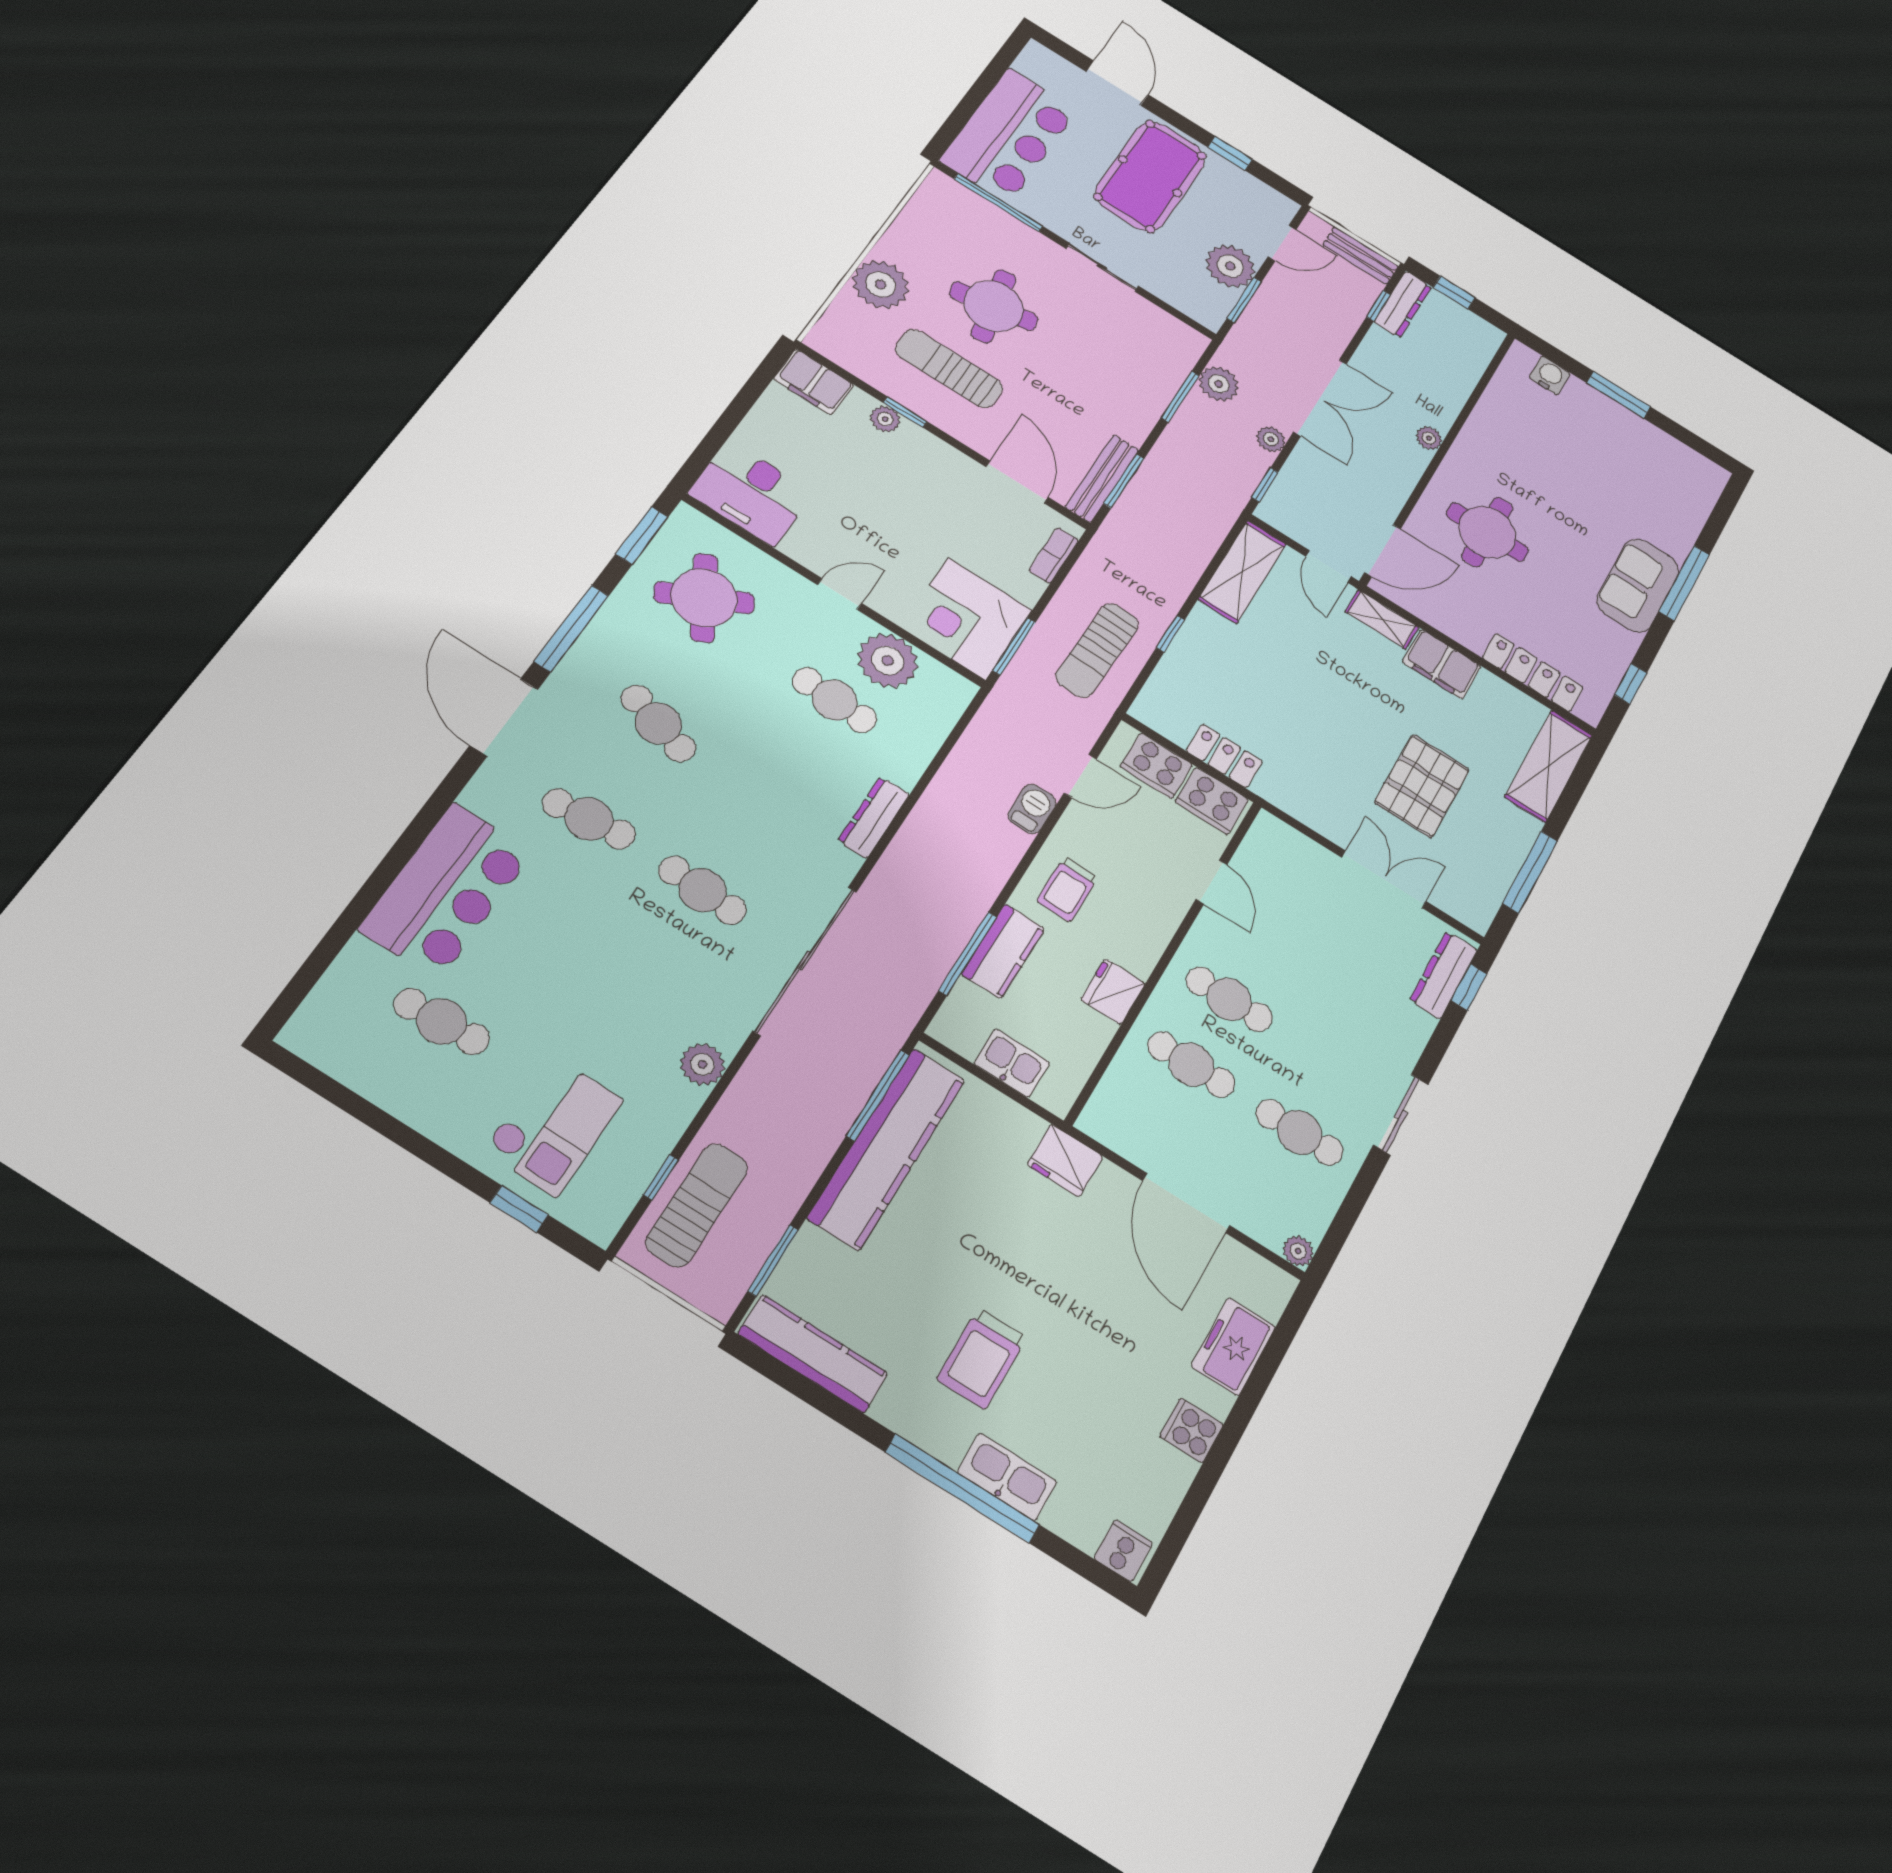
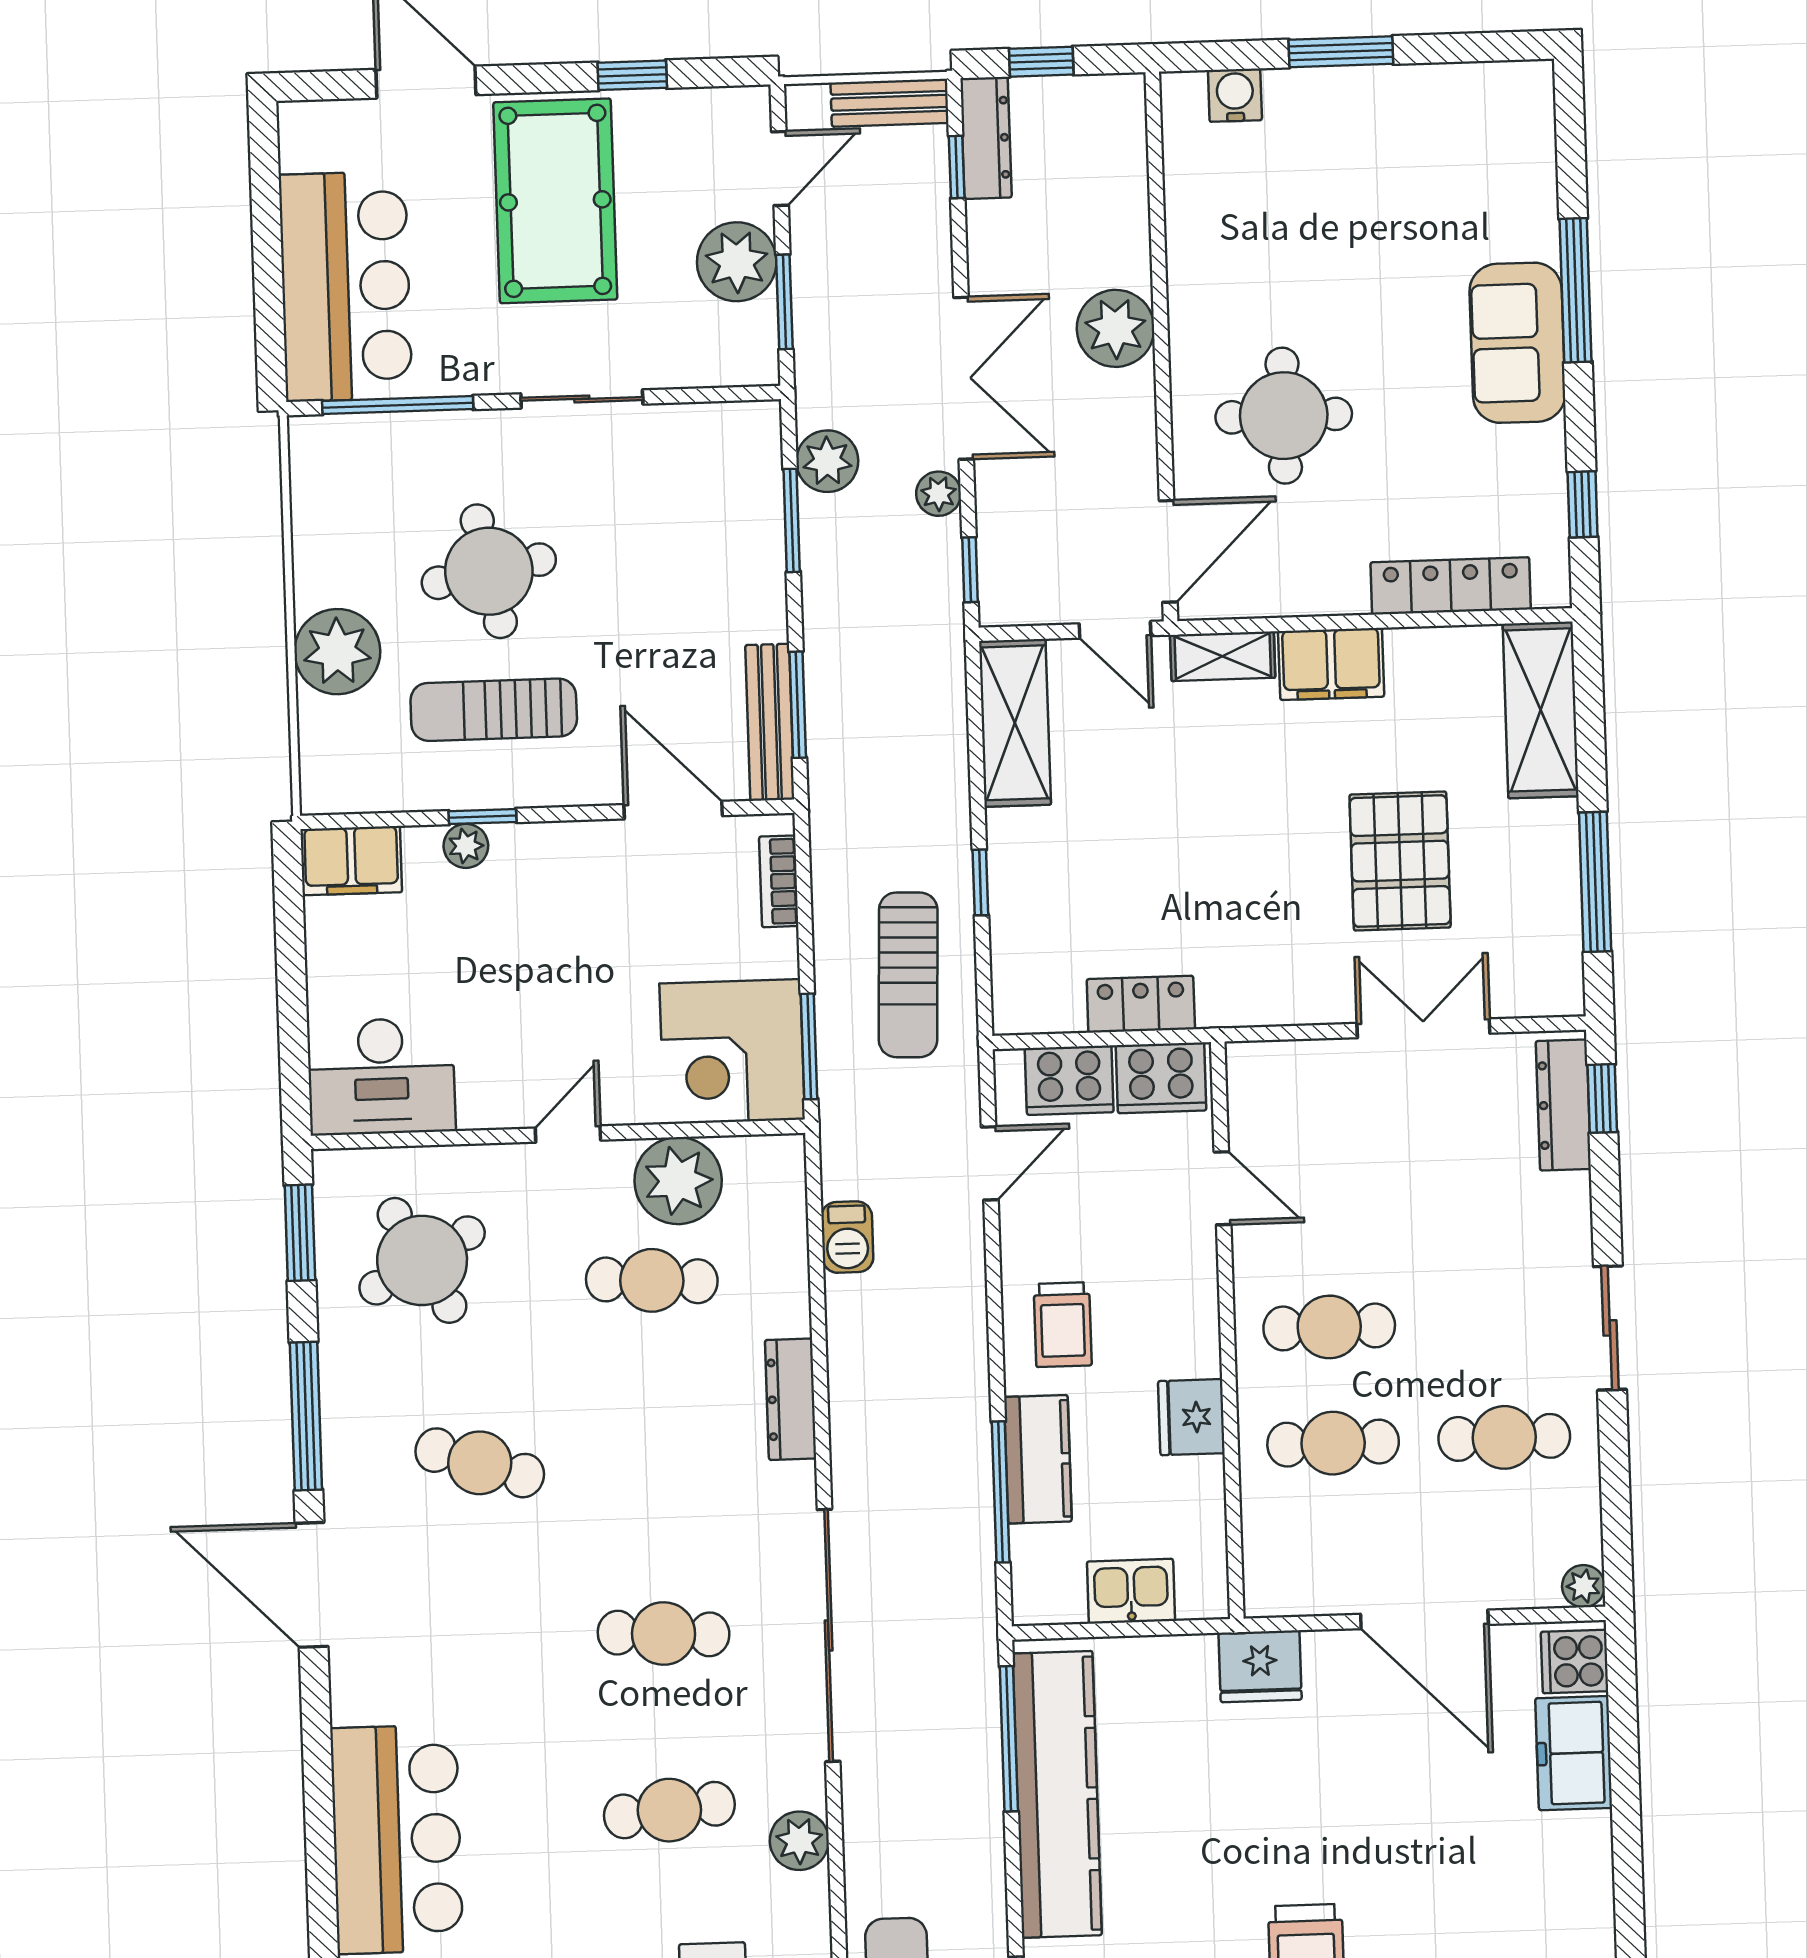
plant: (1429, 438) -> (1116, 328), width x1.87, depth x1.87
barbecue: (1032, 809) -> (847, 1237), moved, turned 180
cafe table: (589, 819) -> (669, 1810), moved
cooker: (1191, 1430) -> (1575, 1661), moved

